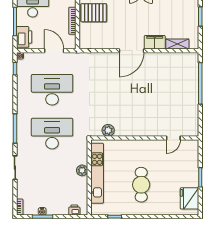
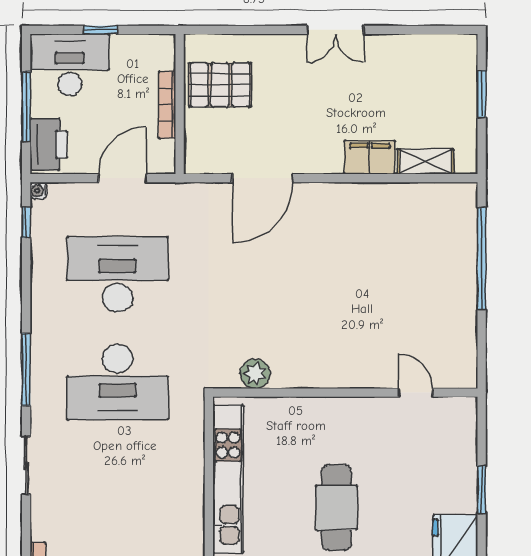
door: (54, 51) -> (122, 178), hinge flipped
door: (132, 51) -> (262, 178), moved
desk: (52, 134) -> (117, 382), turned 180
door: (173, 138) -> (416, 393), swing flipped
plant: (82, 170) -> (191, 472), removed

